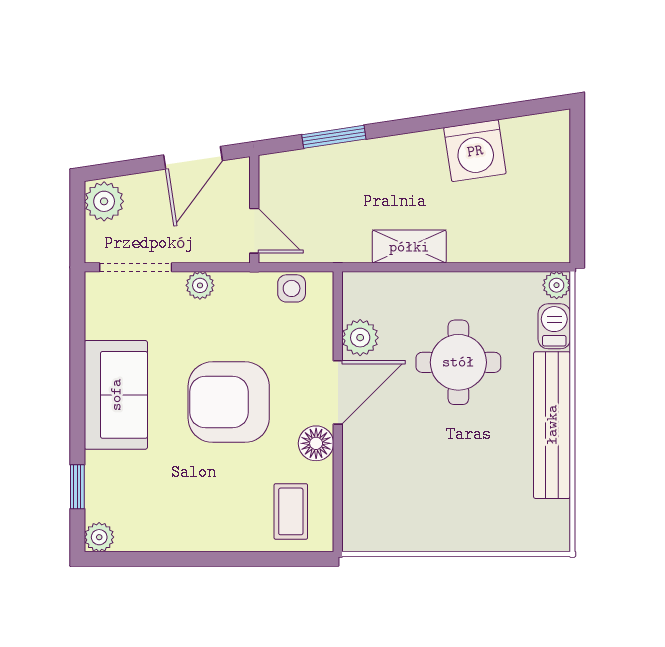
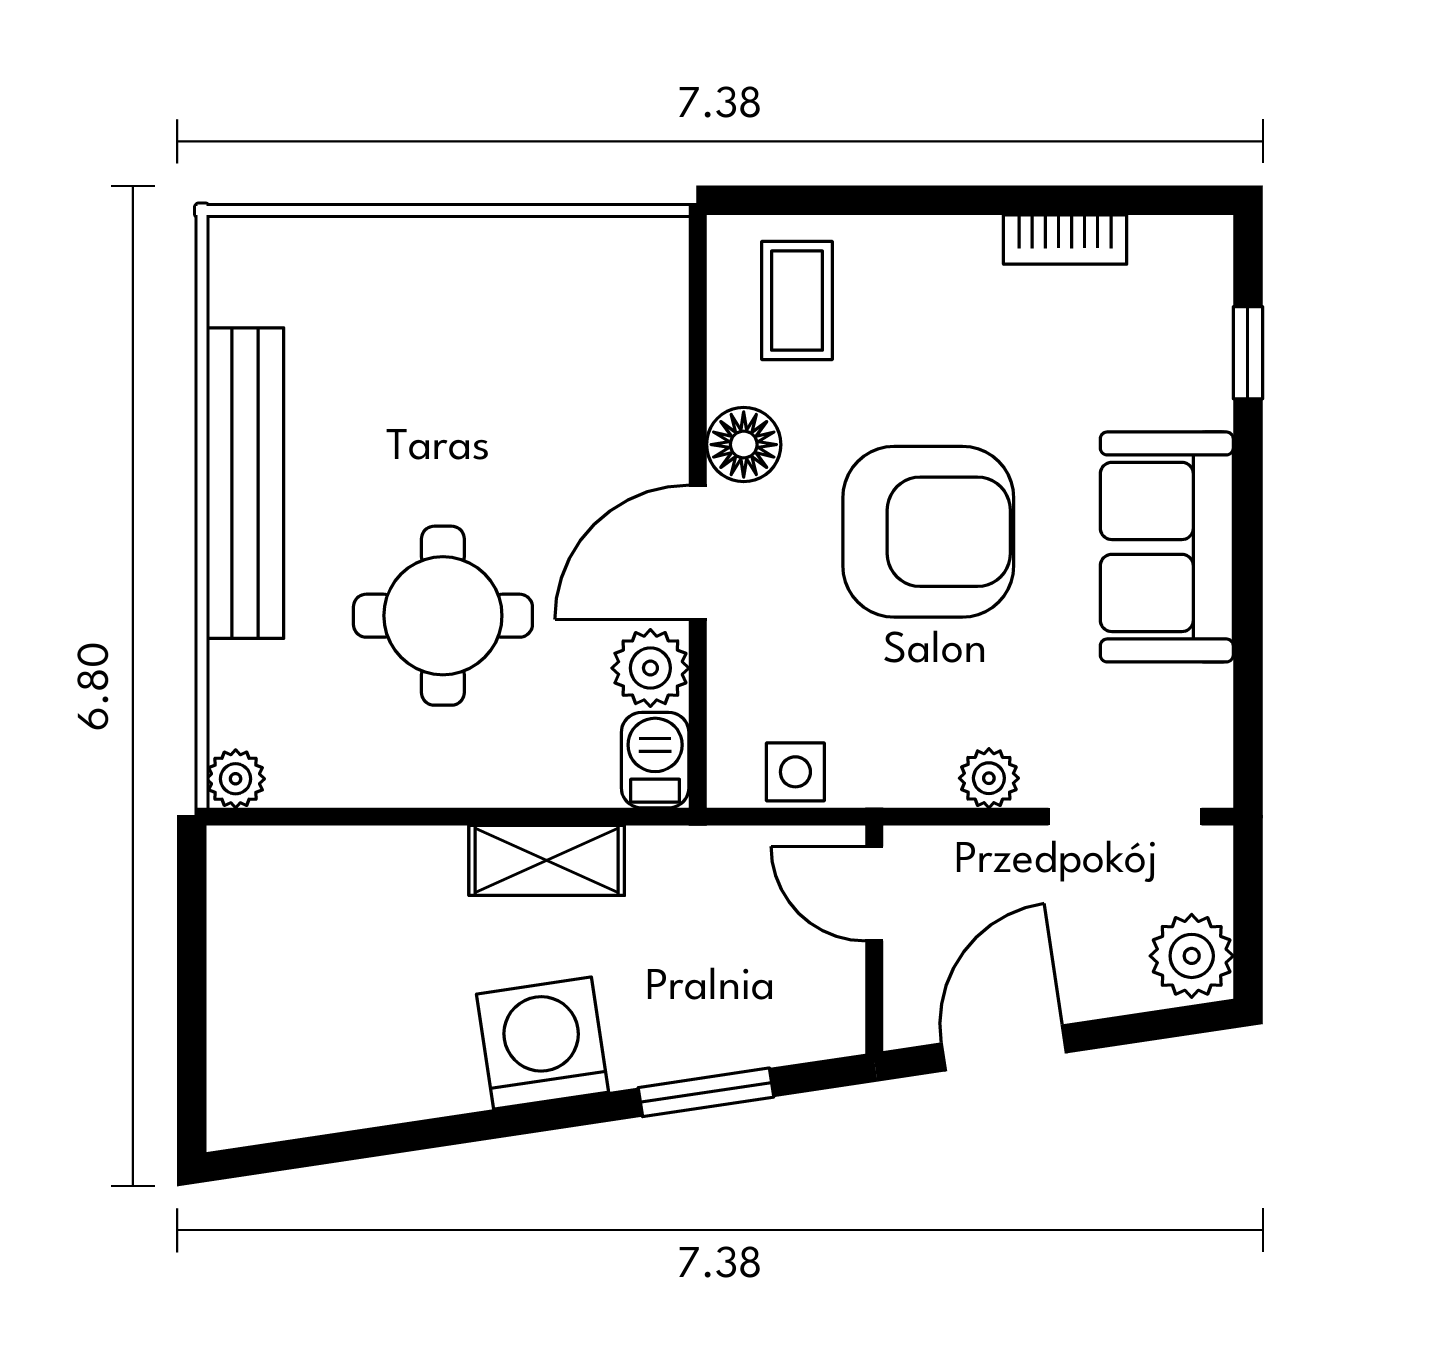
washing machine: (475, 151) -> (543, 1043), moved
barbecue: (554, 326) -> (655, 760), moved, turned 180
plant: (99, 537) -> (1202, 246), removed
bookcase: (164, 540) -> (1065, 240), added

